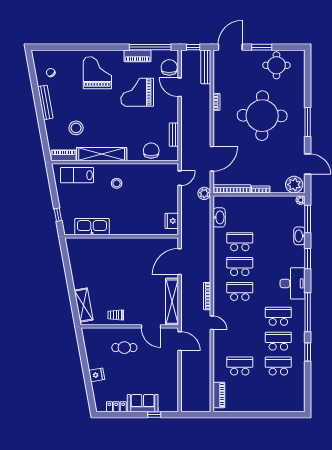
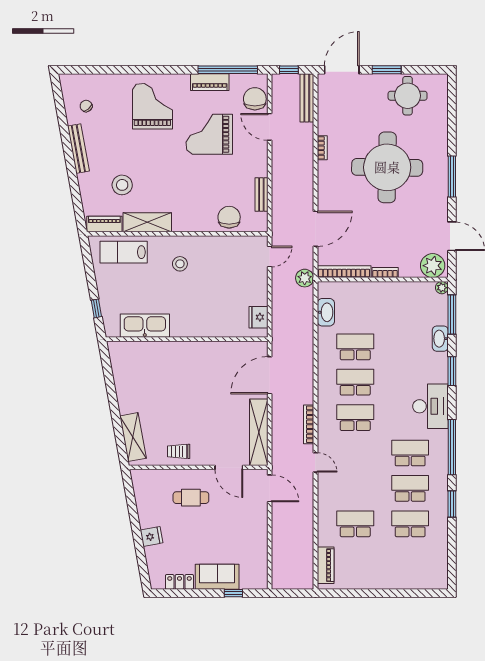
shelving: (102, 154) -> (147, 222), width x0.68

